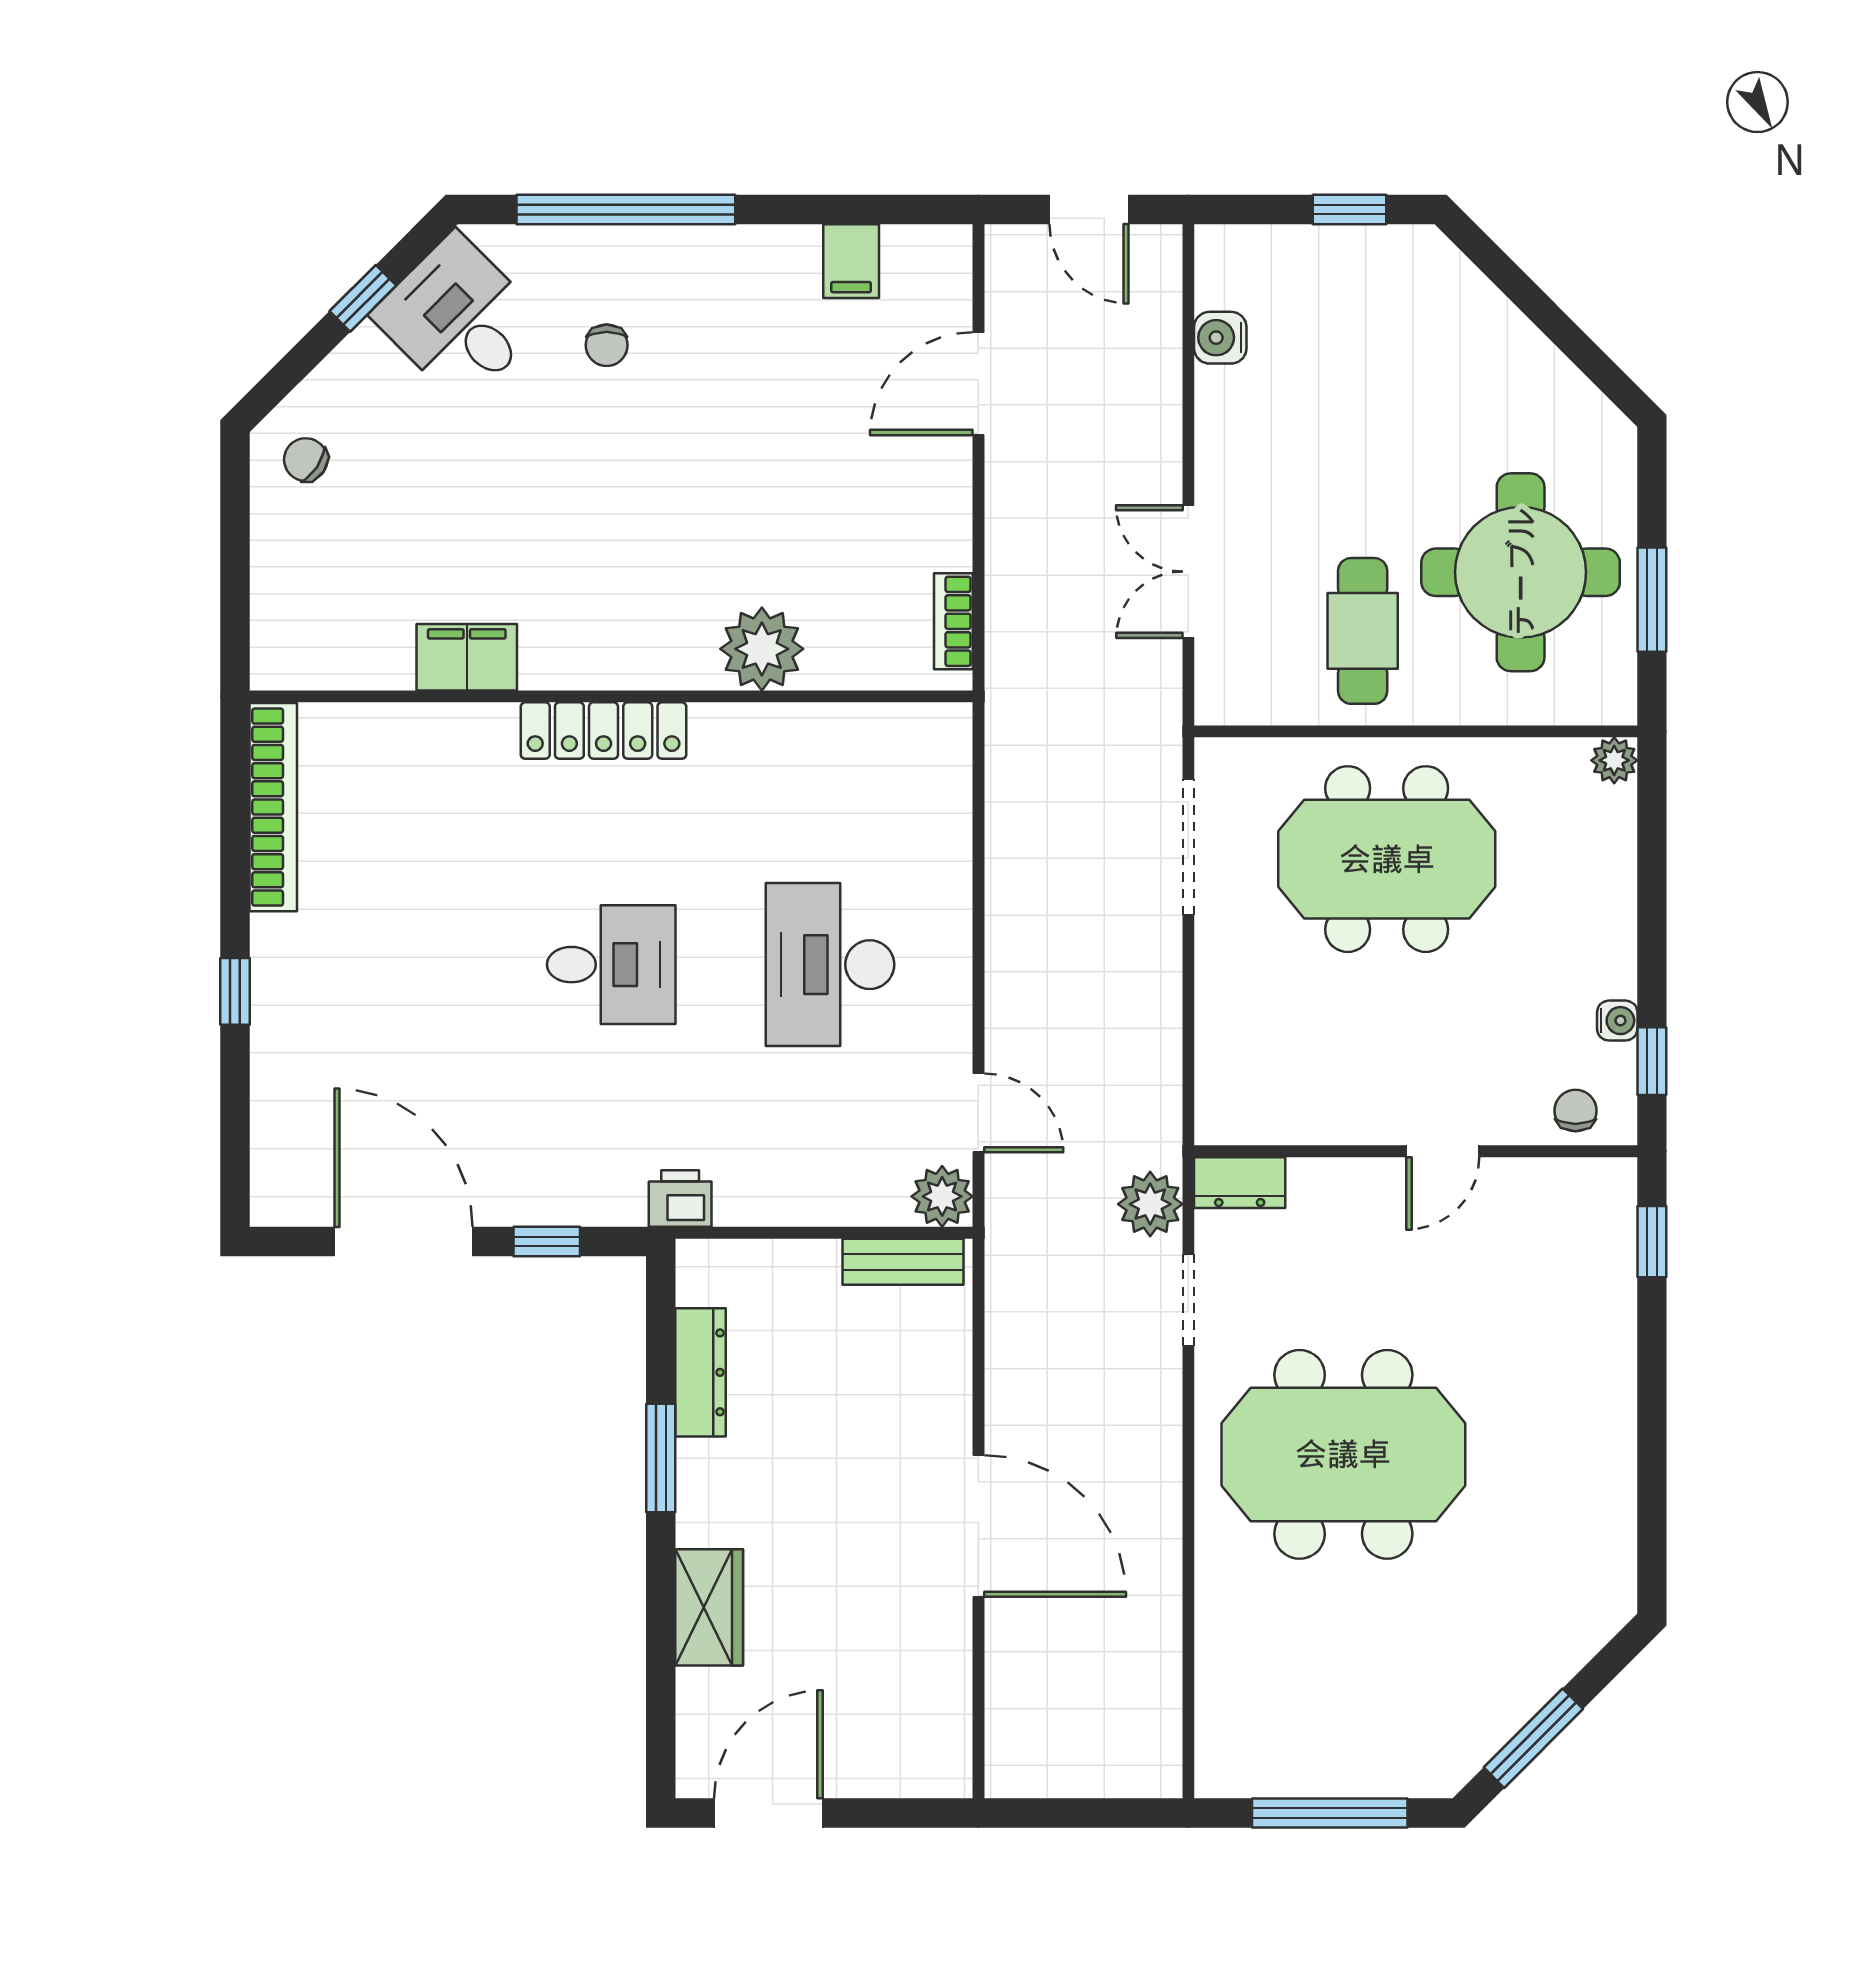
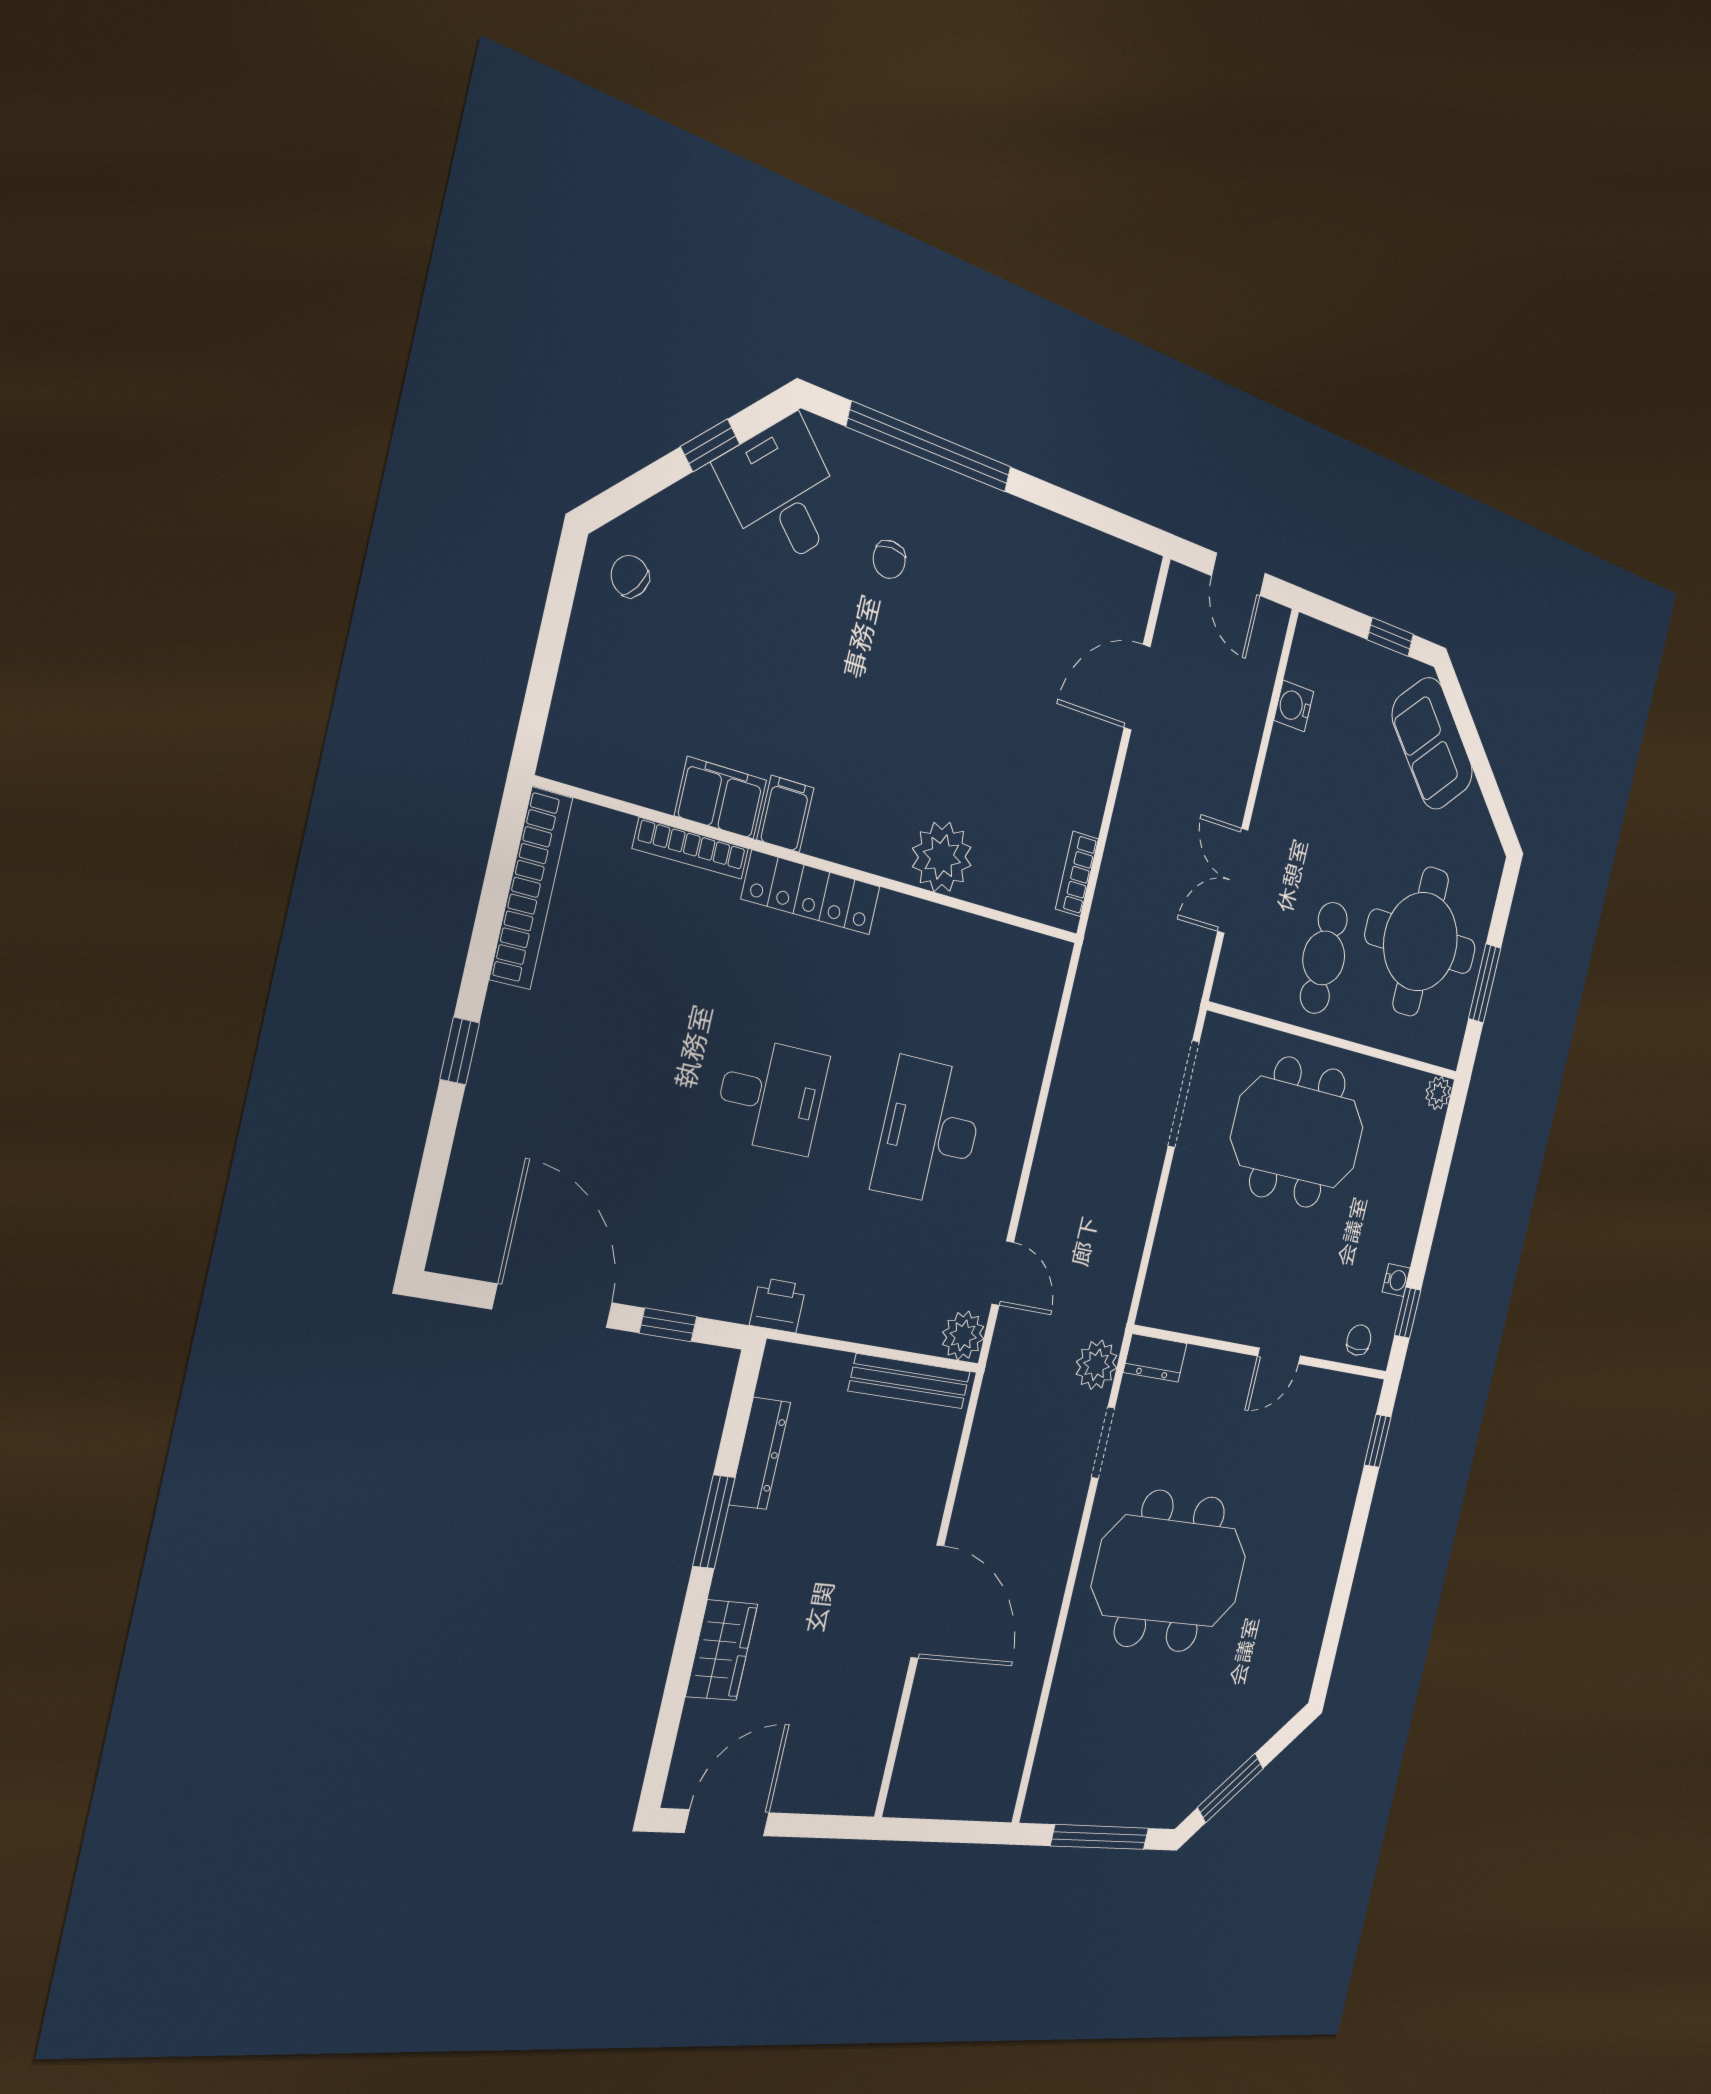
filing cabinet: (851, 261) -> (785, 814), moved, turned 180
sofa: (1462, 319) -> (1433, 744), added
bookcase: (445, 720) -> (691, 848), added
bench: (903, 1262) -> (910, 1381), width x1.36

